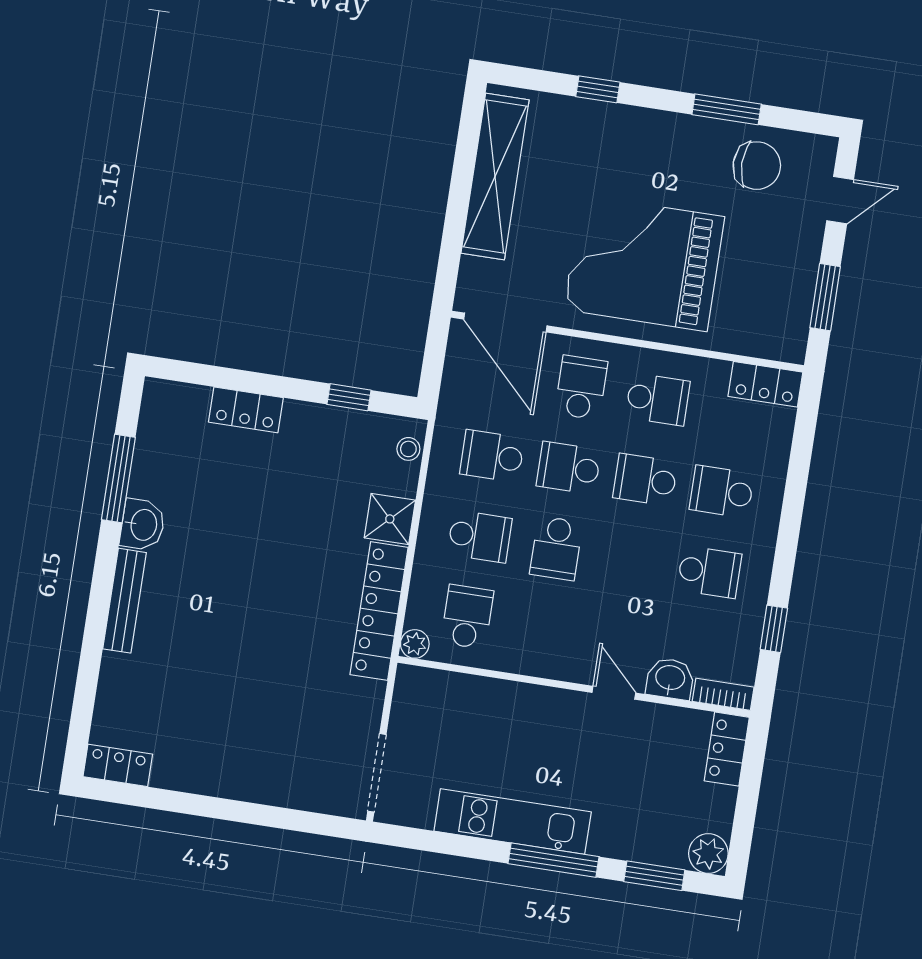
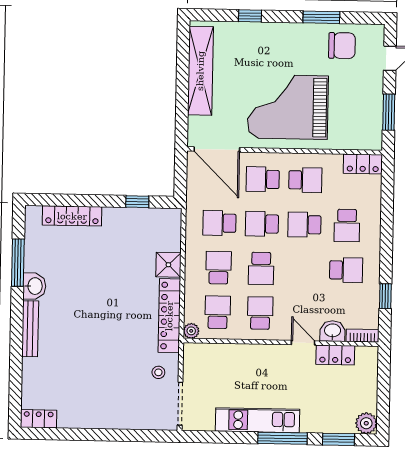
school desk: (581, 388) -> (263, 179), turned -90
locker: (246, 410) -> (72, 216), width x1.53
stool: (408, 449) -> (158, 372), moved
school desk: (722, 492) -> (347, 225), turned -90
school desk: (480, 536) -> (219, 268), turned -90
school desk: (544, 629) -> (260, 313), added
locker: (727, 749) -> (335, 355), moved, turned -90

